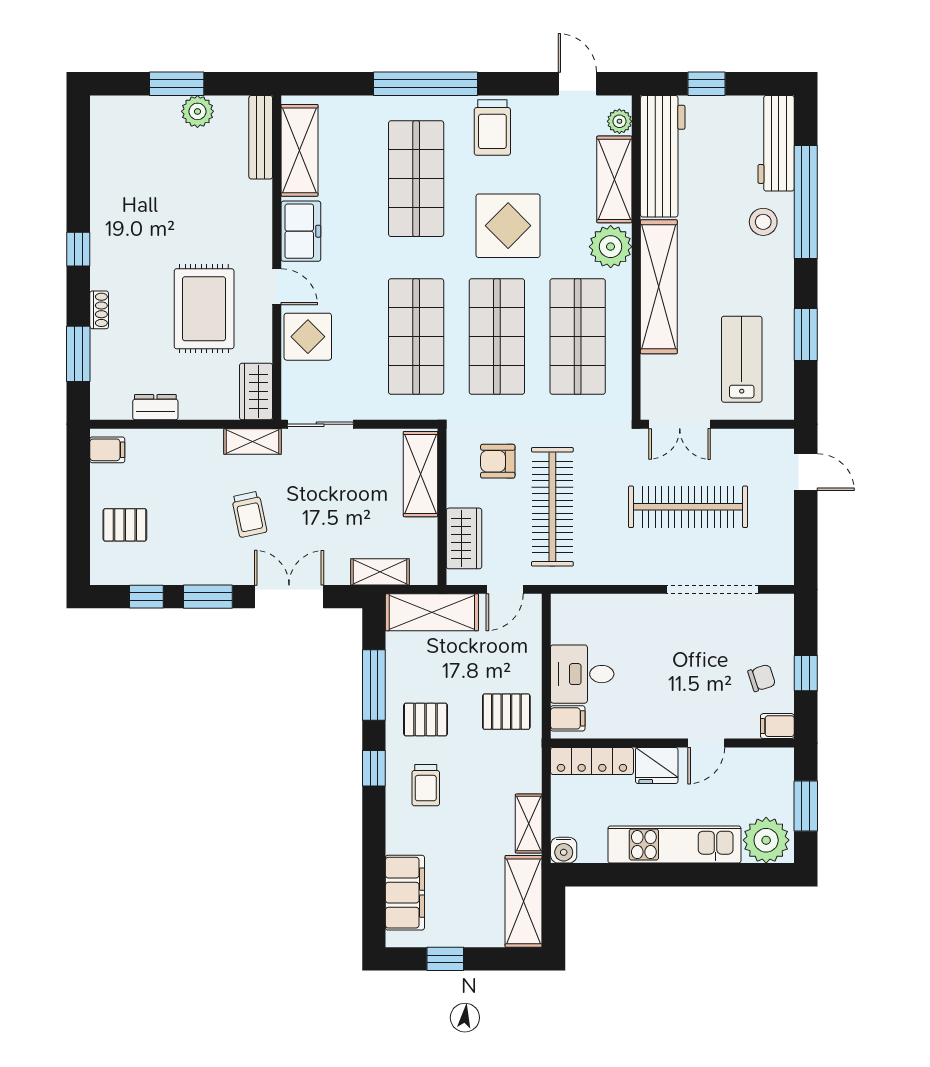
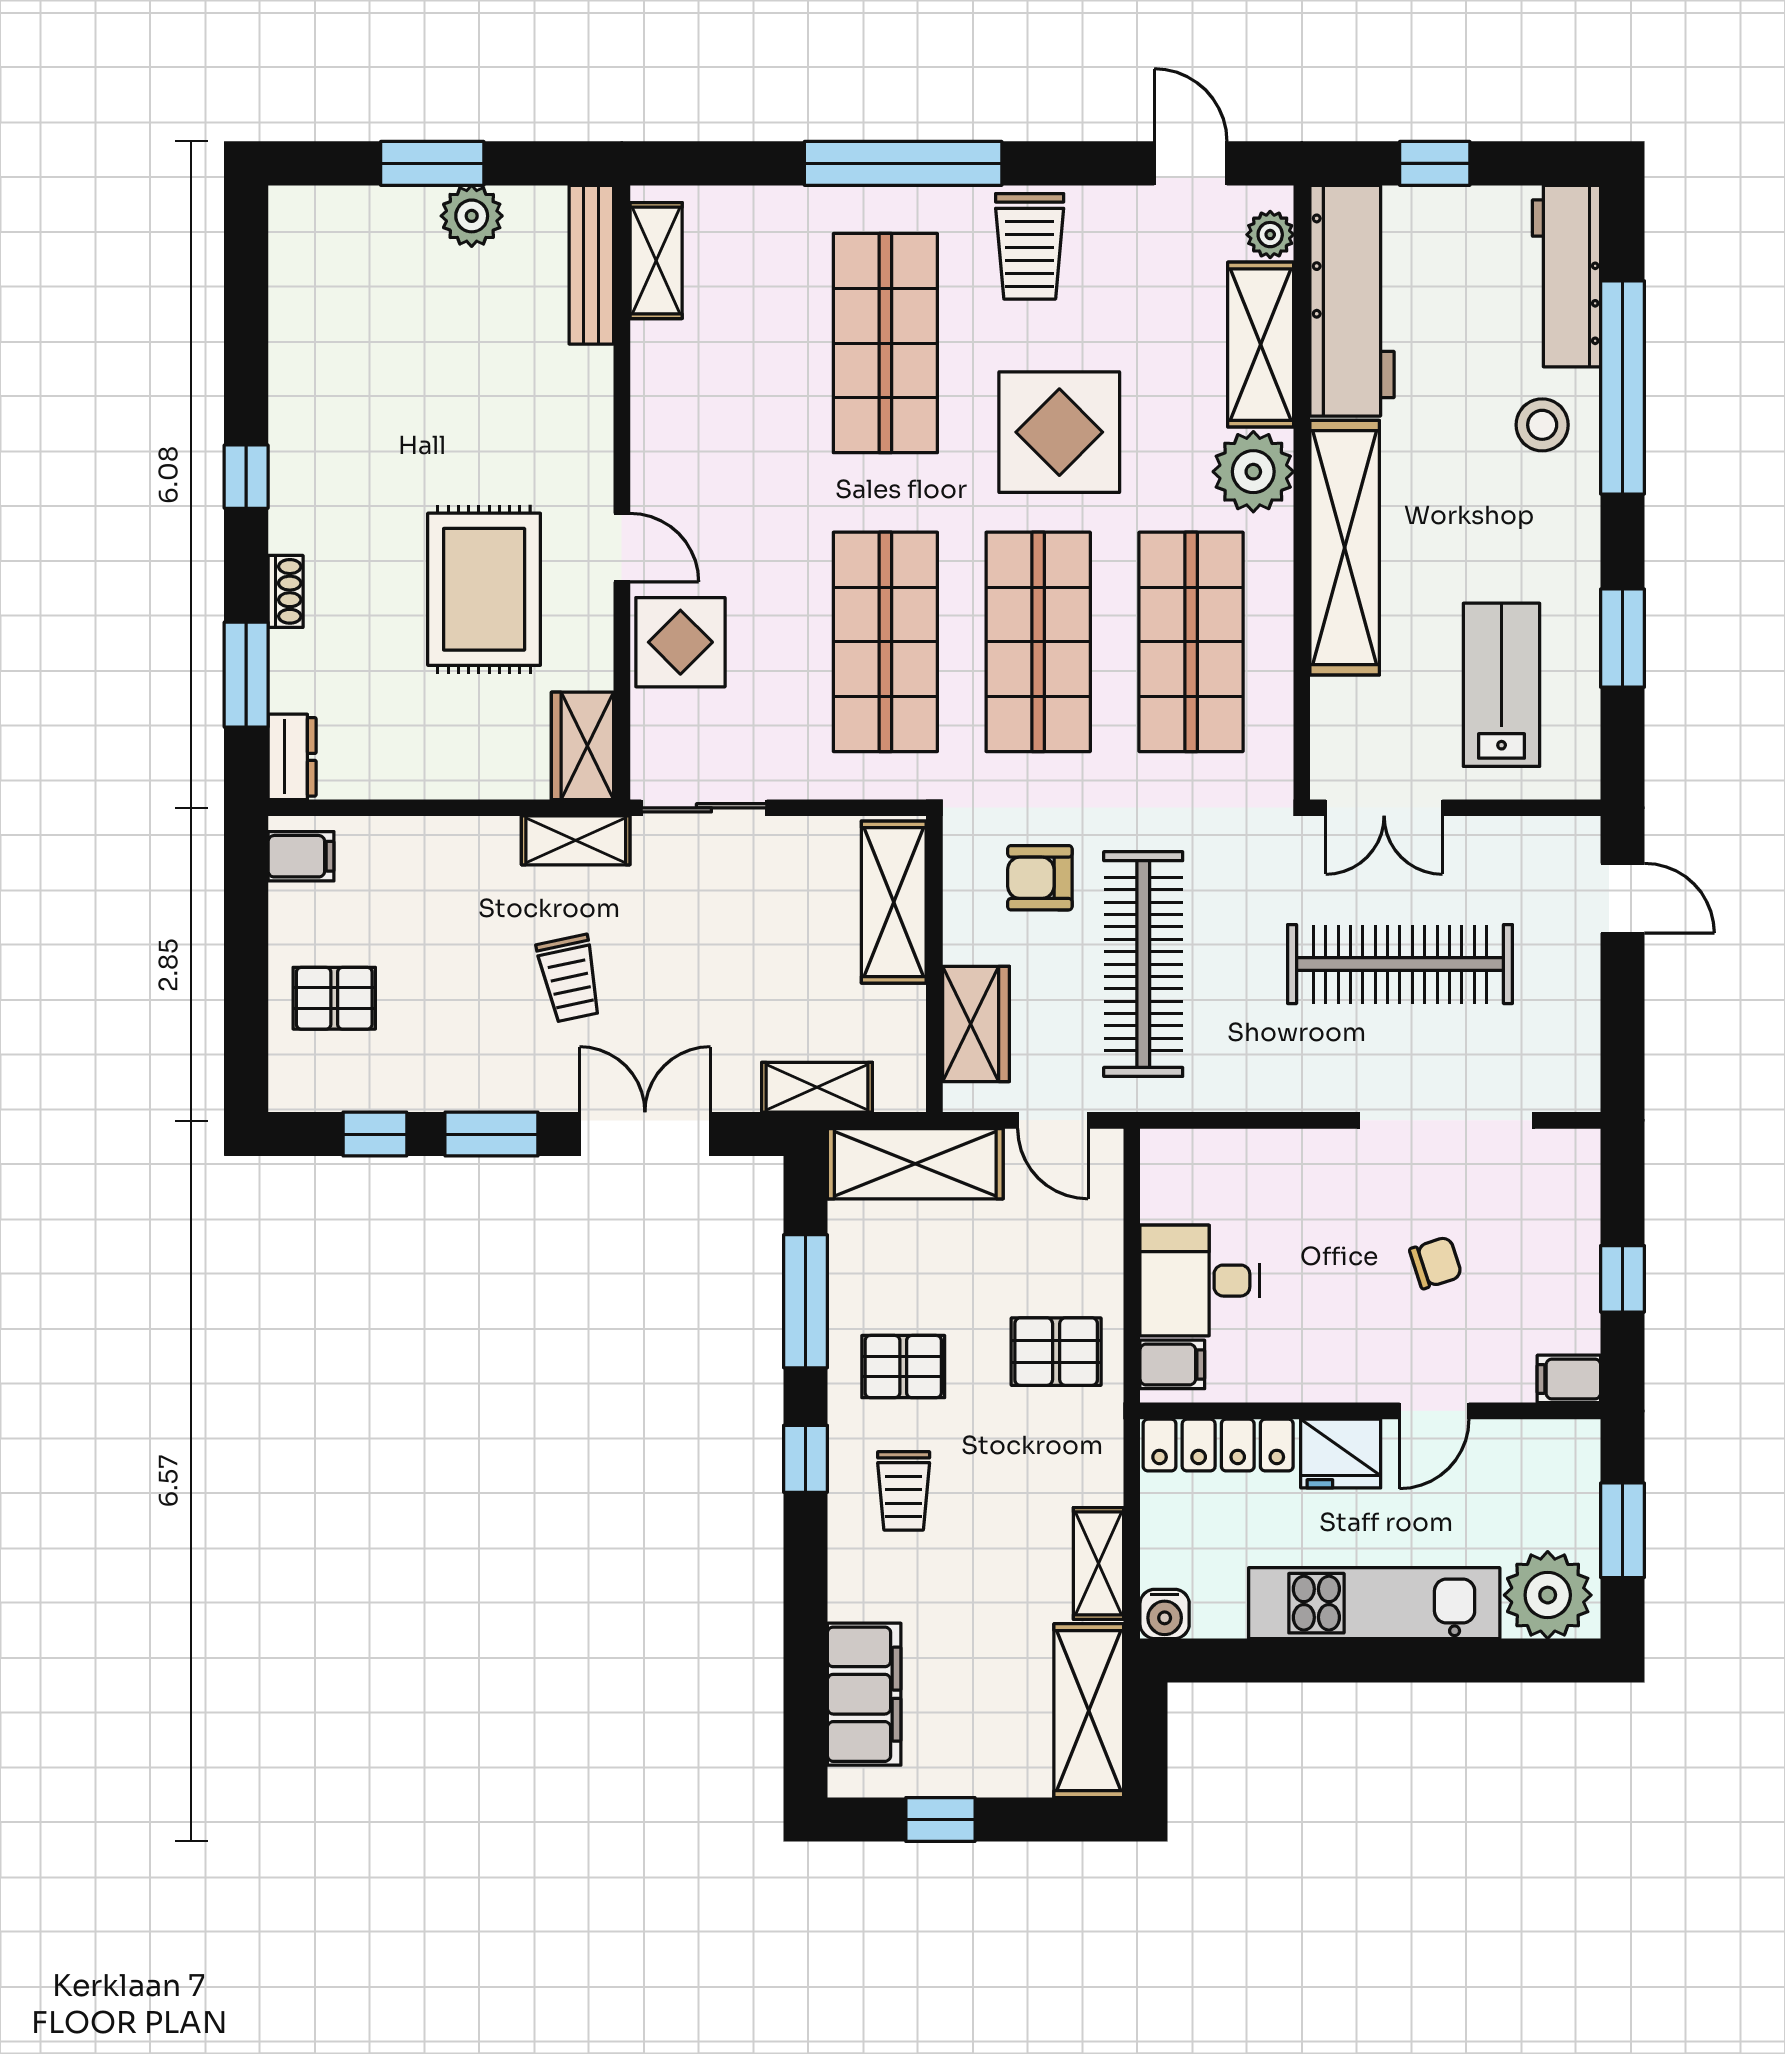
shelving: (300, 150) -> (656, 261), width x0.67, depth x0.75
freezer: (301, 231) -> (667, 443), removed
dresser: (155, 407) -> (292, 757), moved, turned 90
door: (505, 589) -> (1053, 1120), hinge flipped
chair: (762, 678) -> (1436, 1263), moved

